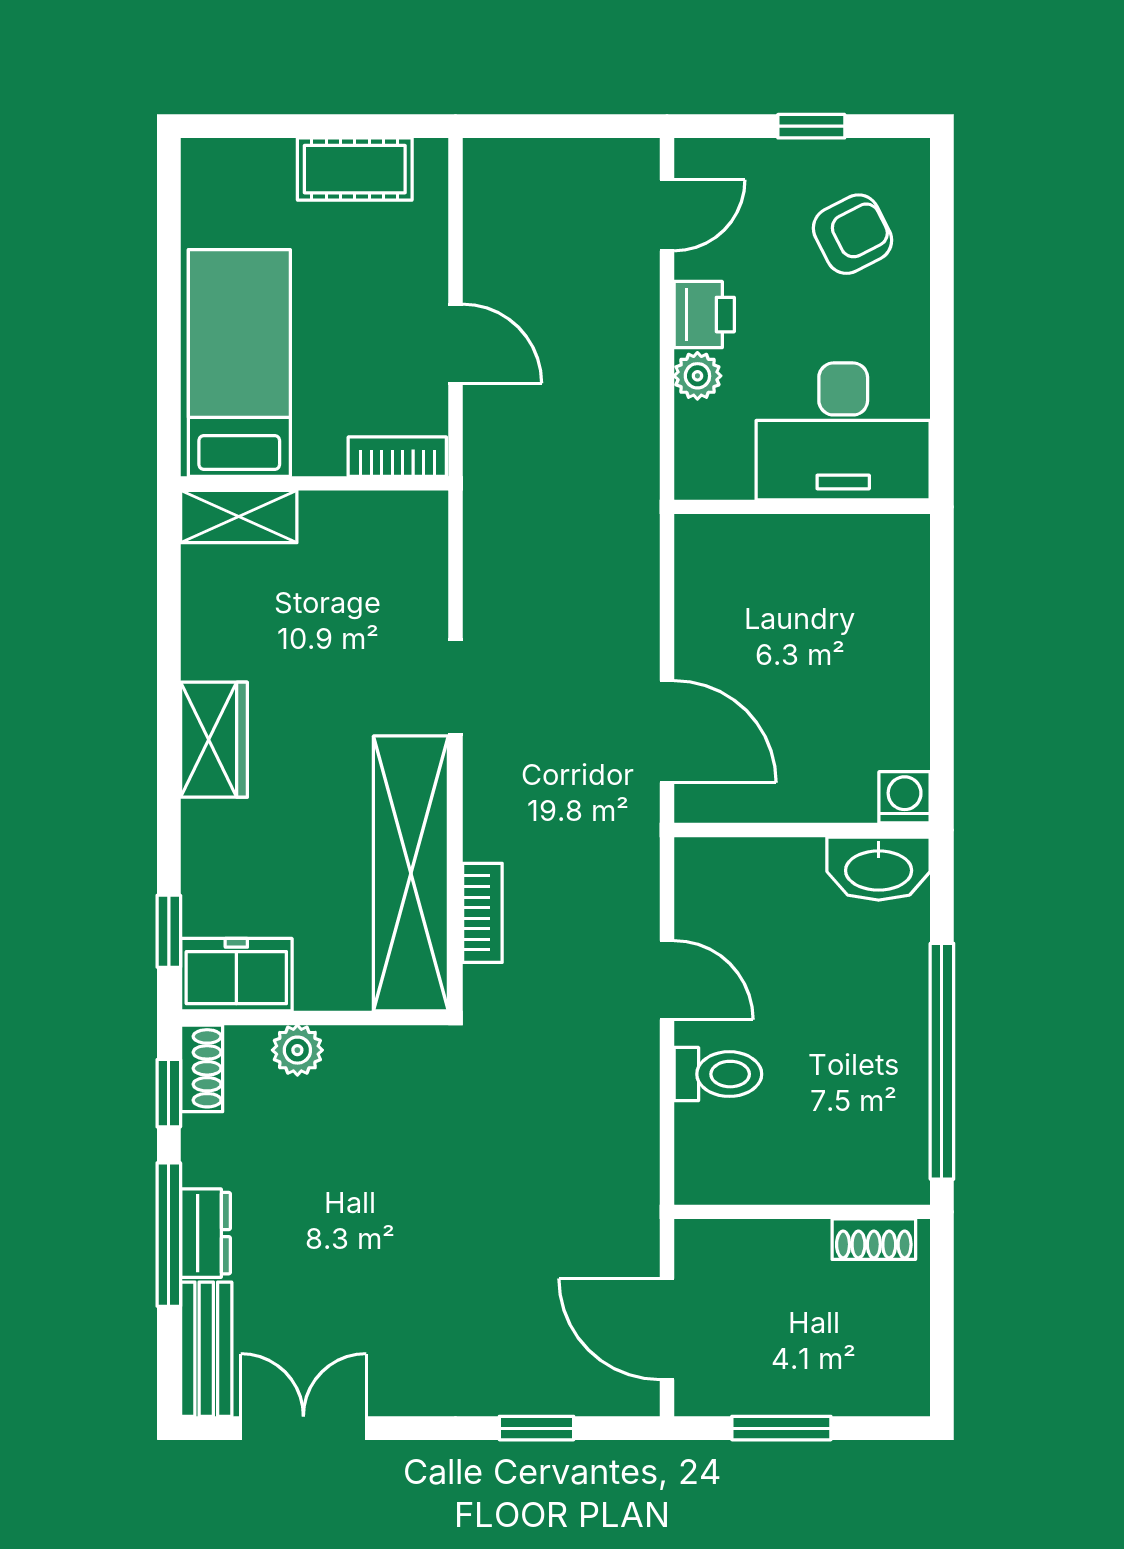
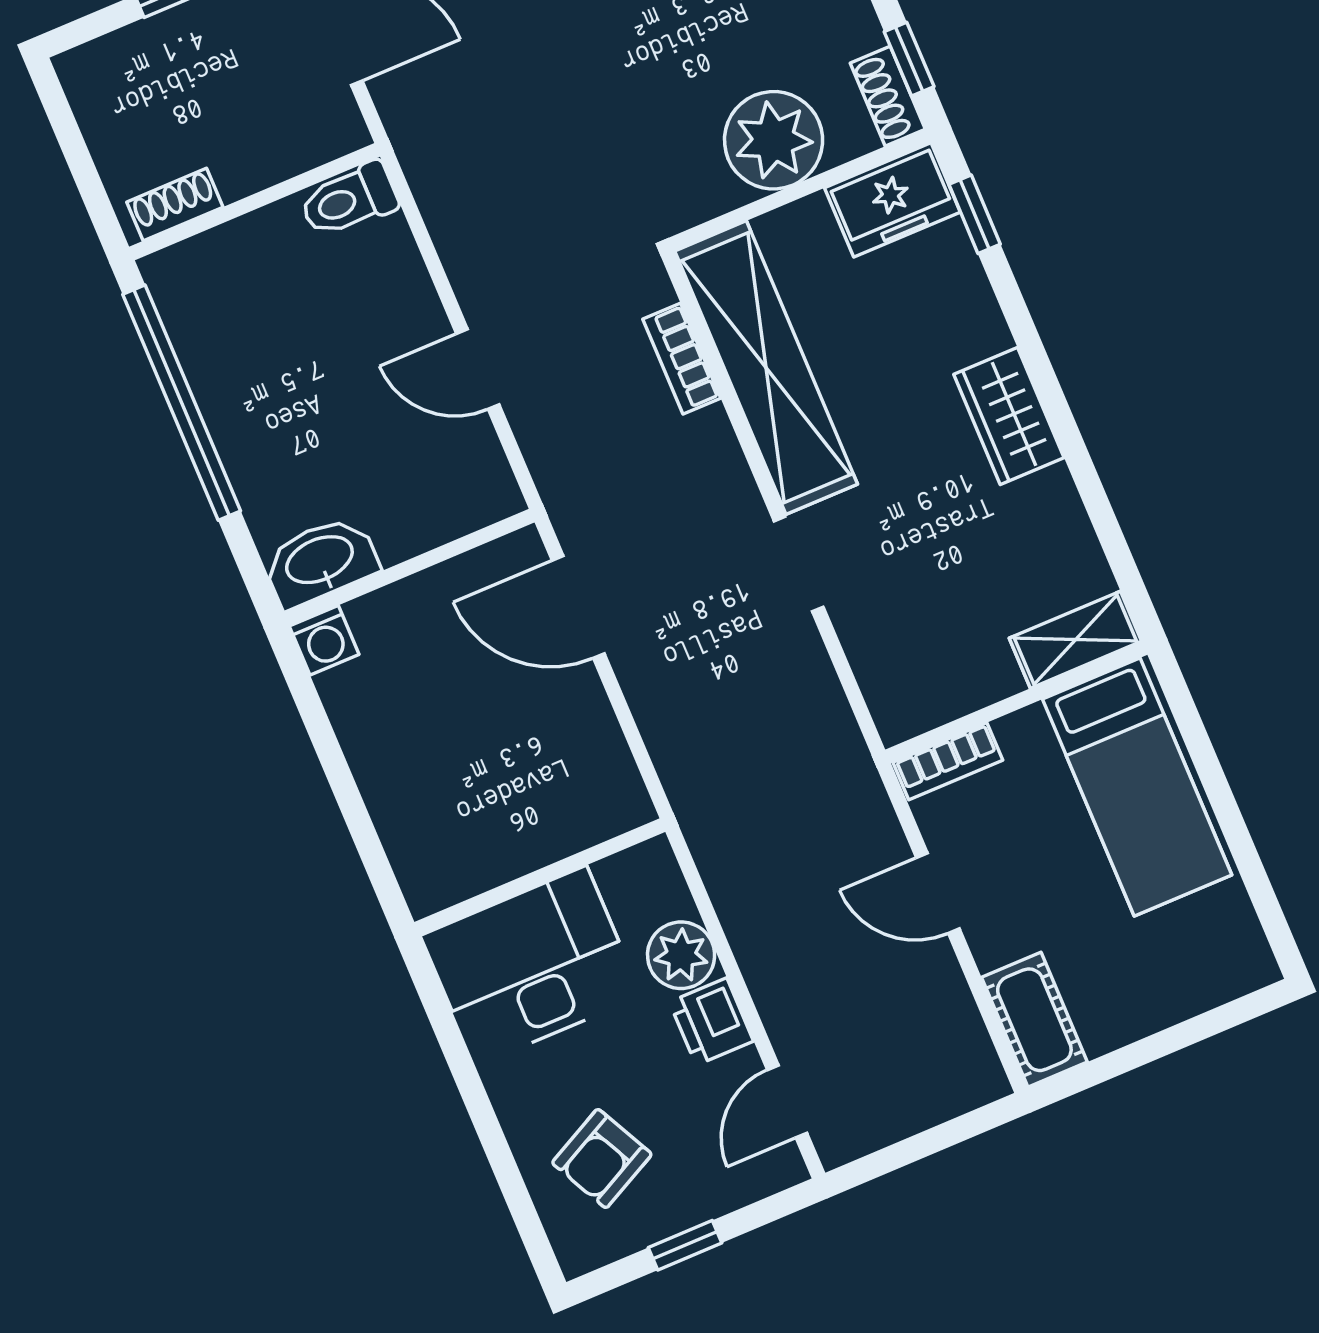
cot: (355, 169) -> (1034, 1020), moved, turned 90
plant: (697, 376) -> (681, 955), width x1.38, depth x1.38
plant: (297, 1050) -> (774, 140), width x1.87, depth x1.87
toilet: (718, 1074) -> (349, 200), moved

